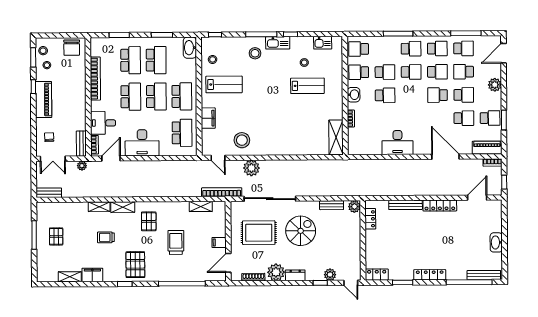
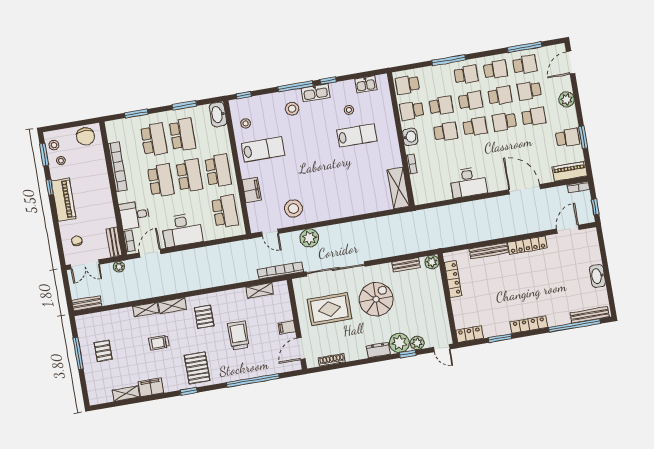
school desk: (464, 118) -> (475, 127), moved
locker: (370, 219) -> (453, 279), width x1.53
plant: (276, 272) -> (399, 343), moved

